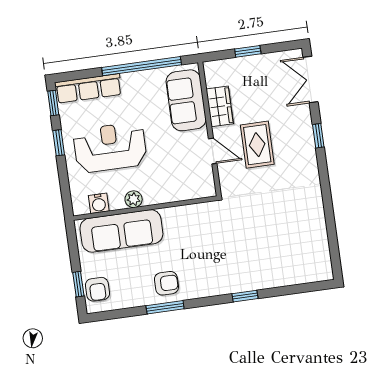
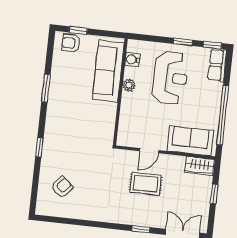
row of seats: (88, 88) -> (217, 65), width x0.68
wardrobe: (220, 106) -> (200, 166), moved
armchair: (166, 283) -> (62, 187), moved, turned -140

